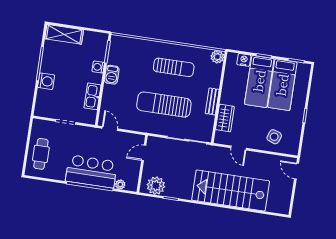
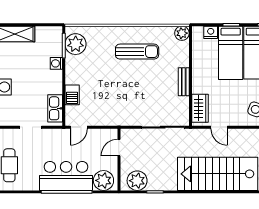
plant: (118, 52) -> (76, 44), added
barbecue: (112, 75) -> (72, 95), moved
kitchen sink: (92, 96) -> (55, 108), moved
sun lounger: (164, 105) -> (133, 93), removed
wardrobe: (225, 118) -> (200, 108), moved
door: (110, 129) -> (79, 127), swing flipped
plant: (120, 184) -> (103, 180), width x1.88, depth x1.88

